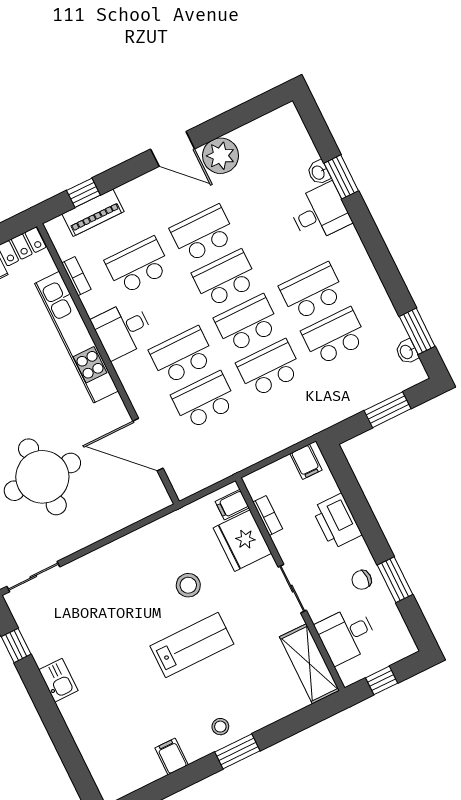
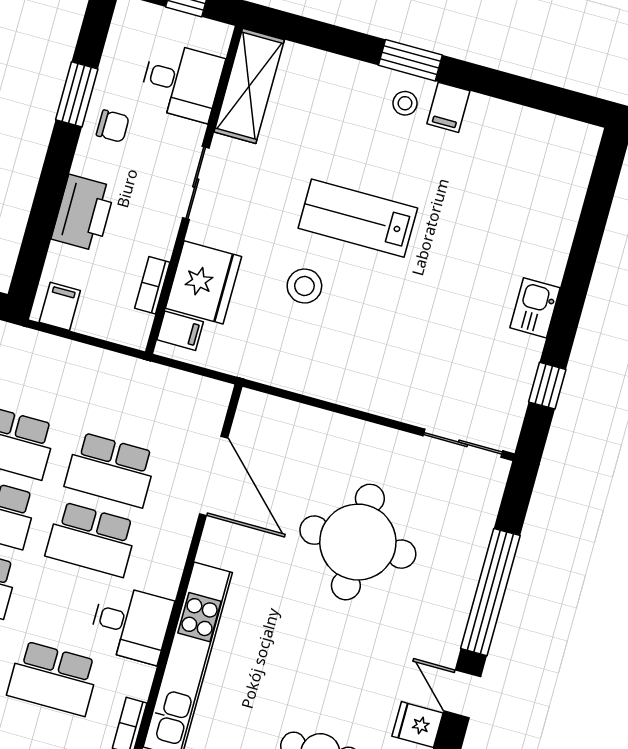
filing cabinet: (172, 756) -> (448, 107), moved

